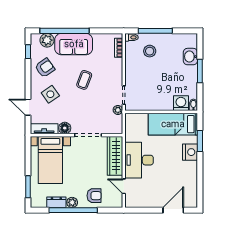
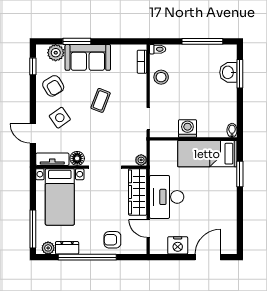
window: (65, 31) -> (77, 41), width x0.47
window: (155, 31) -> (202, 41), moved
stool: (150, 51) -> (161, 77), moved
armchair: (45, 68) -> (53, 86), turned 94
window: (200, 71) -> (240, 74), moved
washing machine: (181, 103) -> (187, 128), moved
plant: (118, 110) -> (141, 160), moved
nightstand: (190, 152) -> (178, 245), moved, turned 90
window: (28, 187) -> (33, 229), width x1.44
armchair: (94, 196) -> (112, 240), turned 180
plant: (72, 202) -> (48, 248), moved

